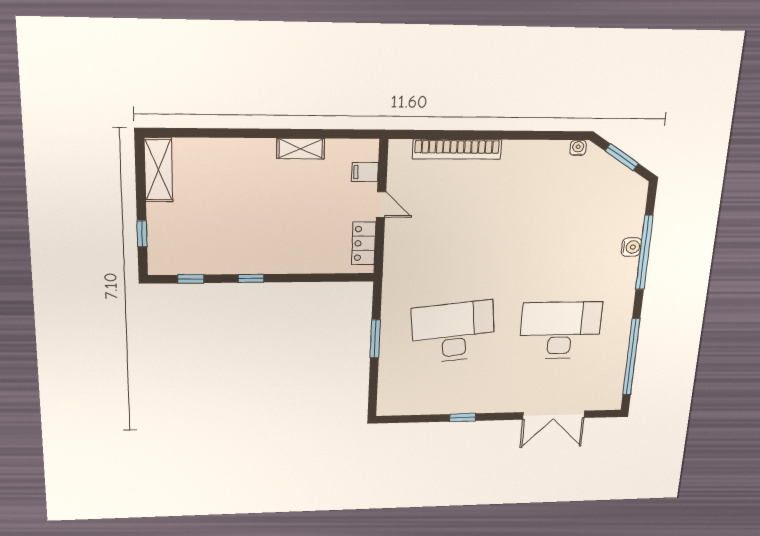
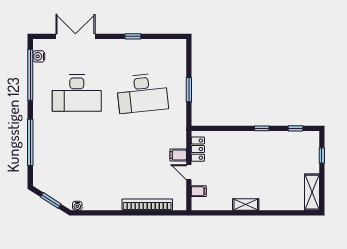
shelving: (301, 149) -> (246, 204), moved
filing cabinet: (398, 233) -> (178, 155), added
water cooler: (631, 247) -> (39, 56), moved

